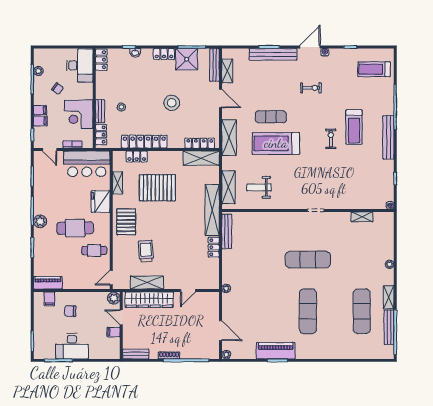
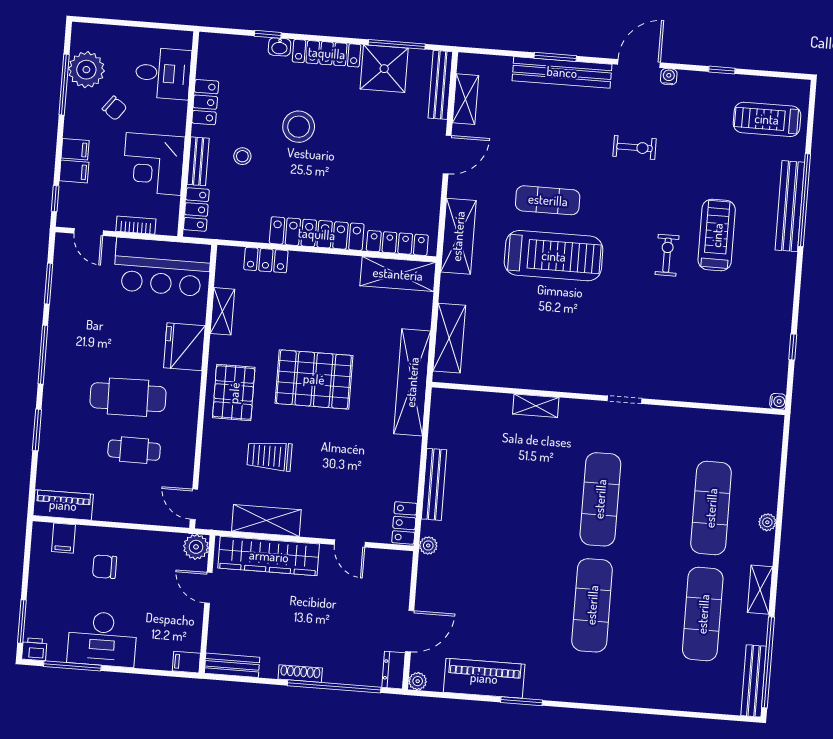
locker: (164, 54) -> (327, 53), width x1.53
locker: (101, 60) -> (205, 102), moved
desk: (80, 65) -> (163, 73), width x0.73
plant: (38, 71) -> (86, 70), width x1.87, depth x1.87
door: (220, 98) -> (447, 155), hinge flipped
stool: (172, 103) -> (299, 127), moved
treadmill: (354, 127) -> (717, 235), turned 180
bench: (388, 137) -> (790, 206), moved
locker: (144, 142) -> (317, 234), moved
treadmill: (276, 143) -> (554, 256), turned 180
weight bench: (259, 187) -> (512, 343), removed
pallet: (157, 188) -> (314, 379), moved
shelving: (362, 217) -> (536, 406), moved
plant: (40, 221) -> (57, 378), removed
bench: (227, 231) -> (434, 484), moved
locker: (214, 247) -> (404, 523), moved
cafe table: (94, 250) -> (134, 450), moved
trolley: (146, 251) -> (270, 456), turned -86
exercise mat: (308, 260) -> (600, 499), turned 90
exercise mat: (362, 260) -> (711, 508), added
door: (111, 277) -> (194, 504), hinge flipped
door: (188, 290) -> (350, 543), hinge flipped
bench: (389, 327) -> (754, 681), moved
door: (220, 331) -> (410, 631), hinge flipped
filing cabinet: (113, 332) -> (186, 662), moved
dresser: (214, 350) -> (394, 670), added
piano: (276, 351) -> (484, 678), moved
printer: (39, 354) -> (34, 649), added

